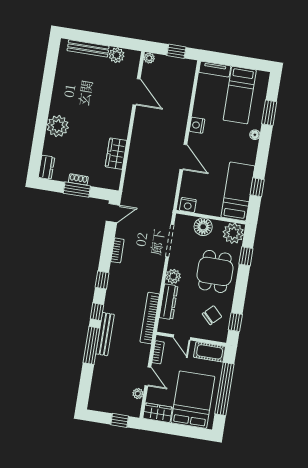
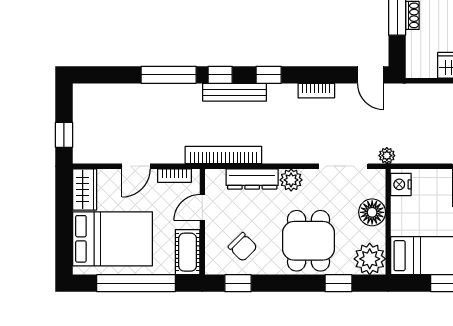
dining table: (215, 271) -> (309, 241), turned 90
bench: (105, 334) -> (235, 92), moved
plant: (138, 394) -> (387, 156), moved

